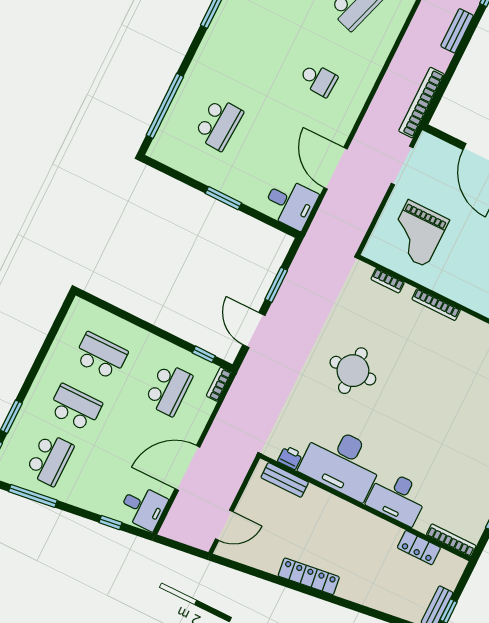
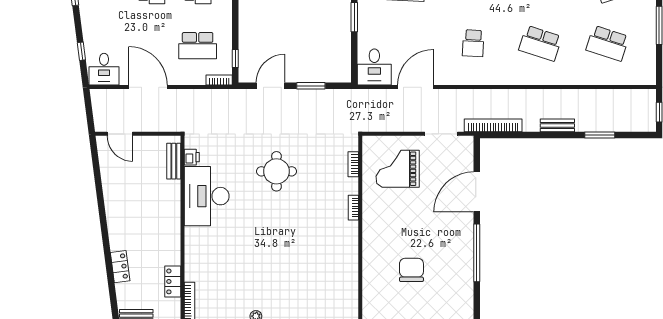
bookcase: (436, 305) -> (353, 208), width x0.64
desk: (397, 498) -> (201, 248), removed
locker: (309, 576) -> (120, 267), moved, width x0.66

